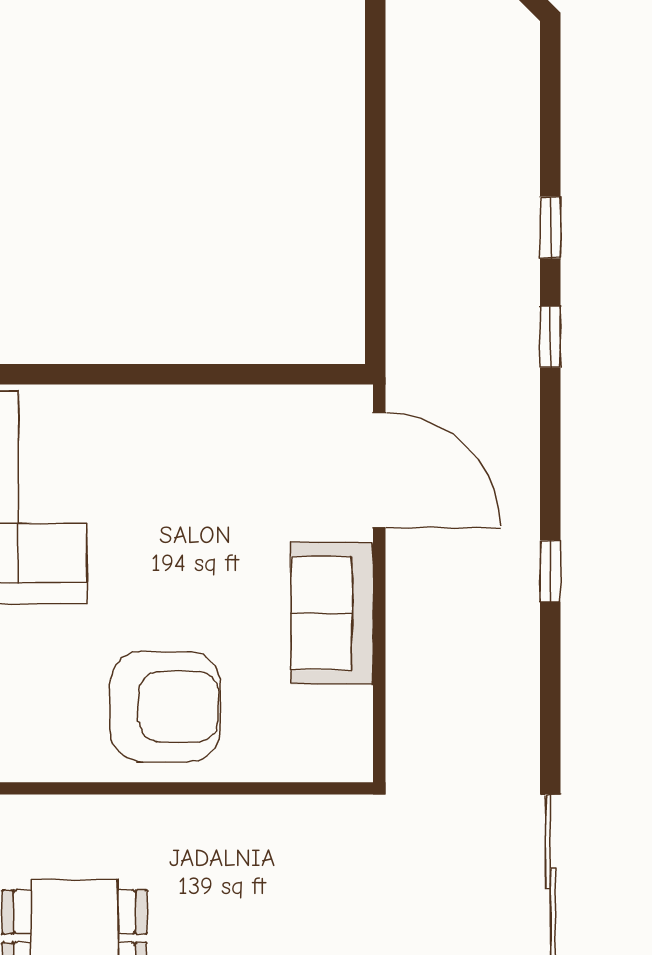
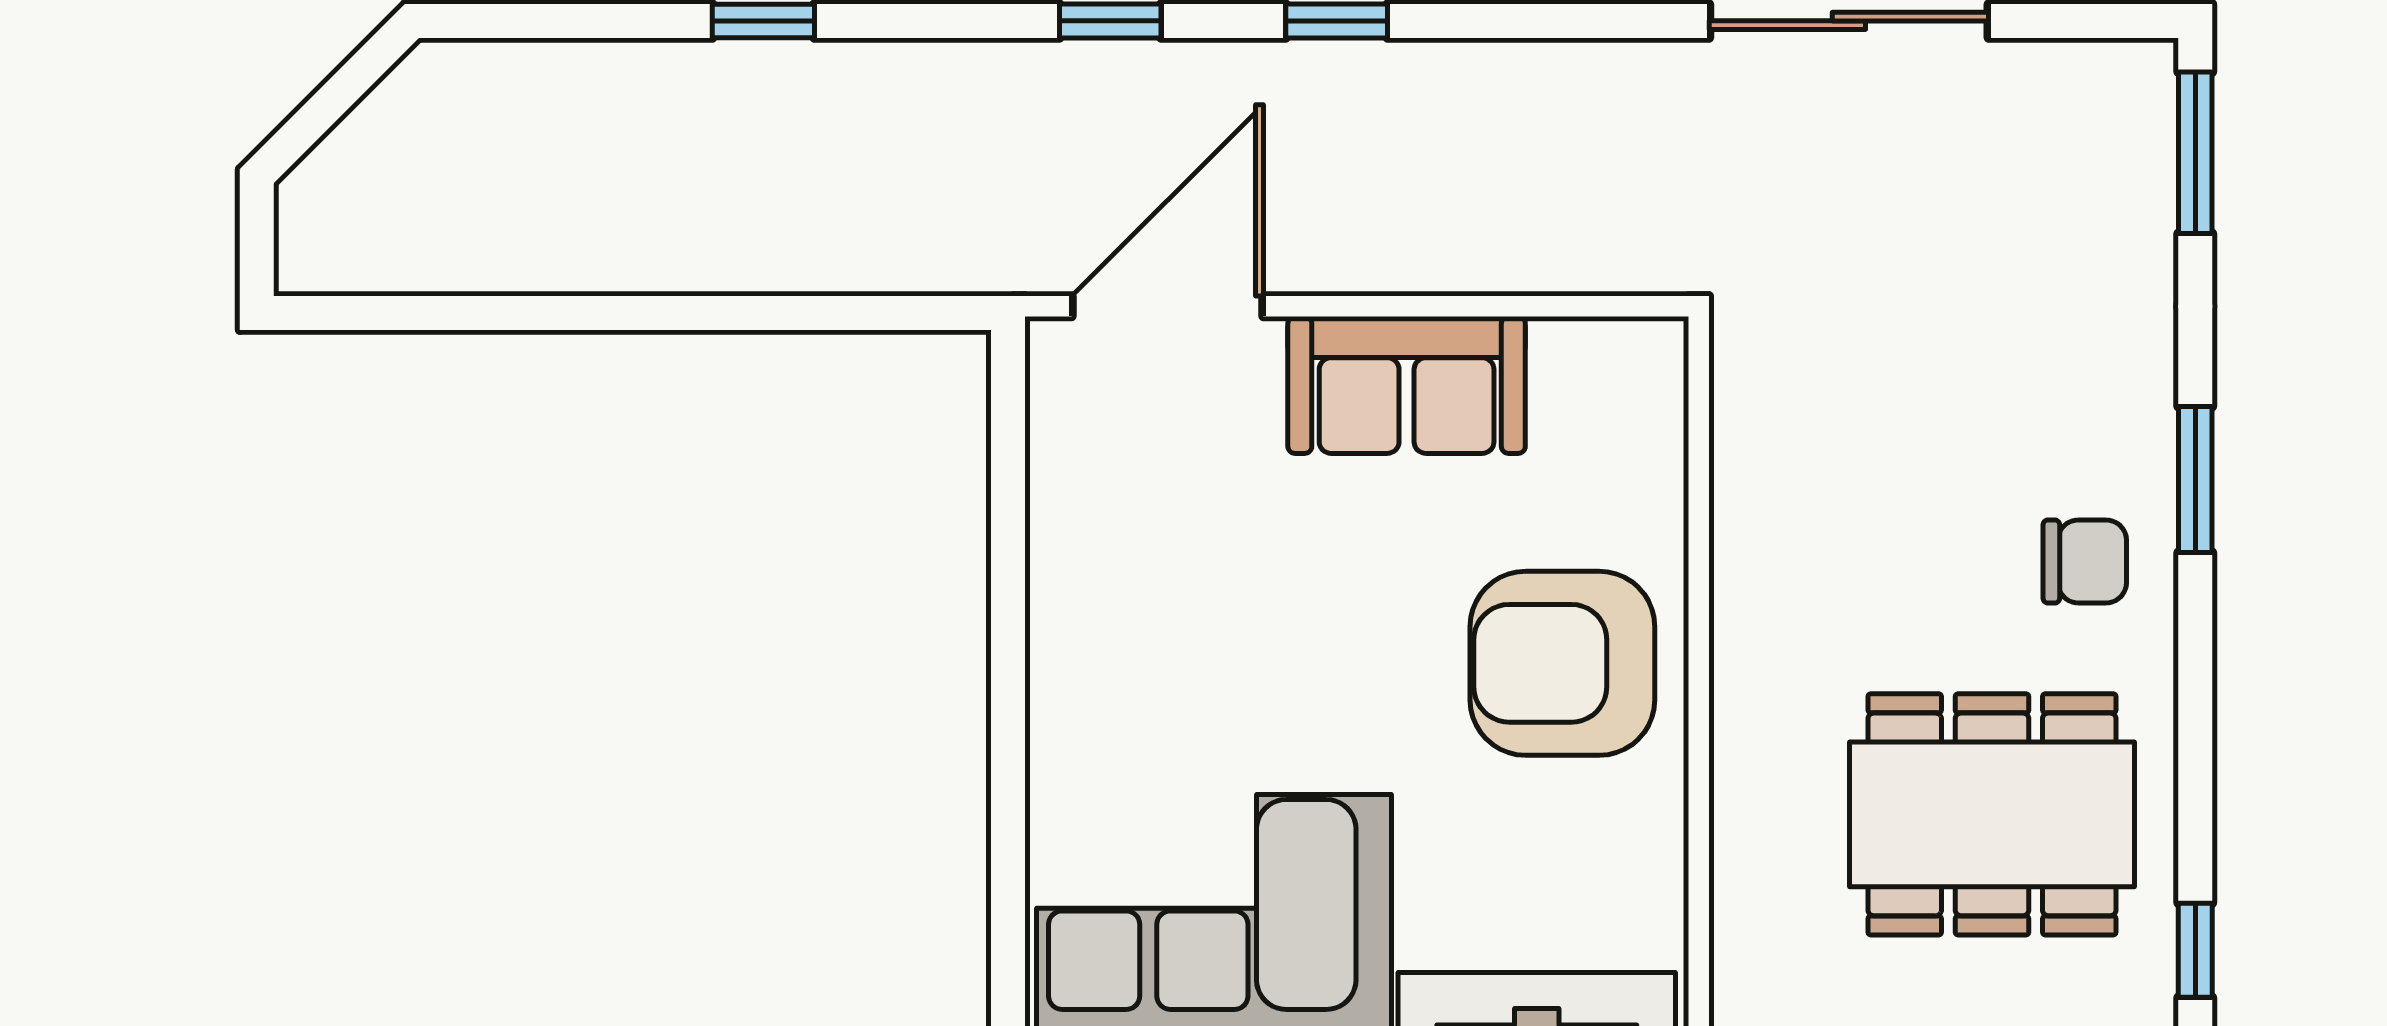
window: (550, 337) -> (1110, 21), moved
armchair: (165, 707) -> (1562, 663), turned -90

